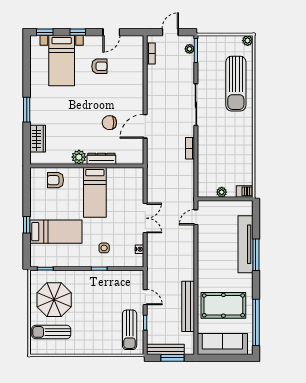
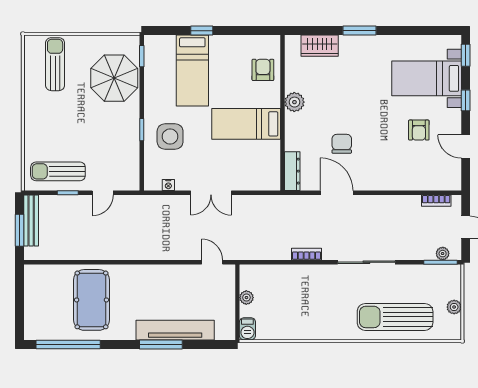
plant: (248, 41) -> (454, 307), moved
dresser: (101, 159) -> (292, 171), moved
side table: (104, 248) -> (170, 136), width x1.87, depth x1.87
parasol: (54, 300) -> (114, 78), moved
bench: (188, 306) -> (90, 252), removed
sofa: (222, 344) -> (38, 298), removed

